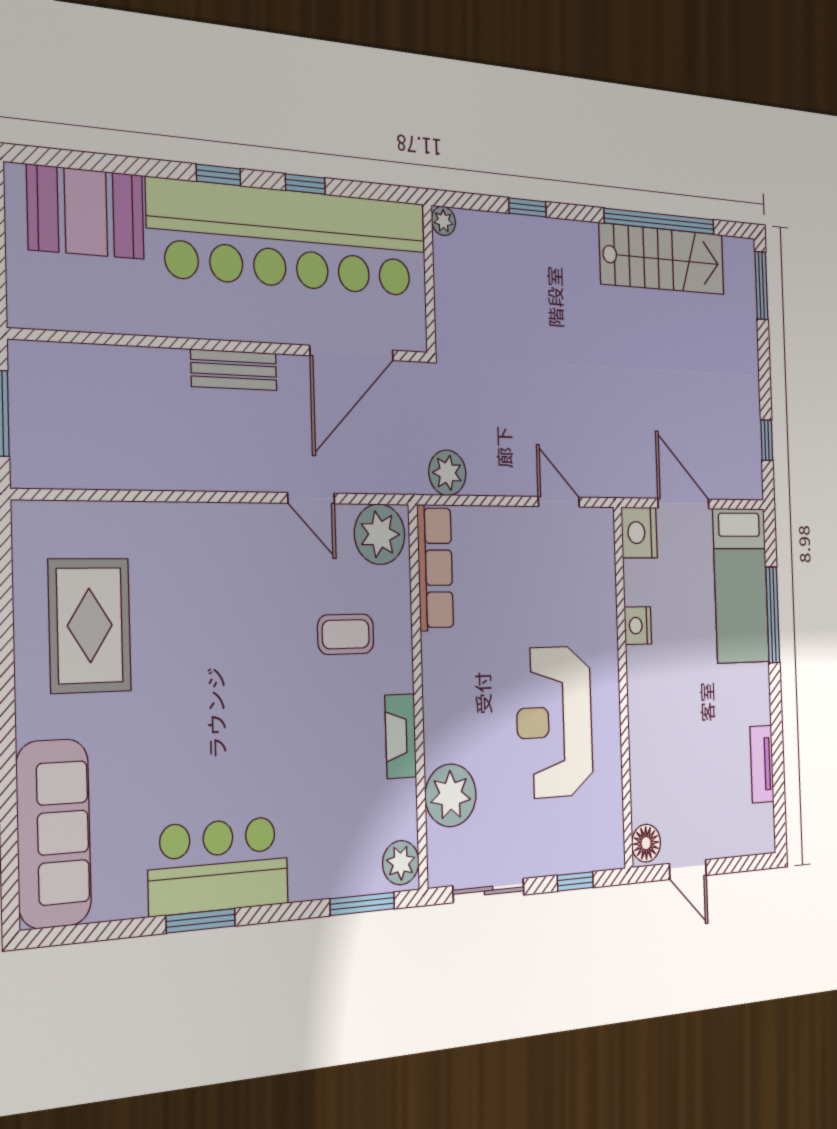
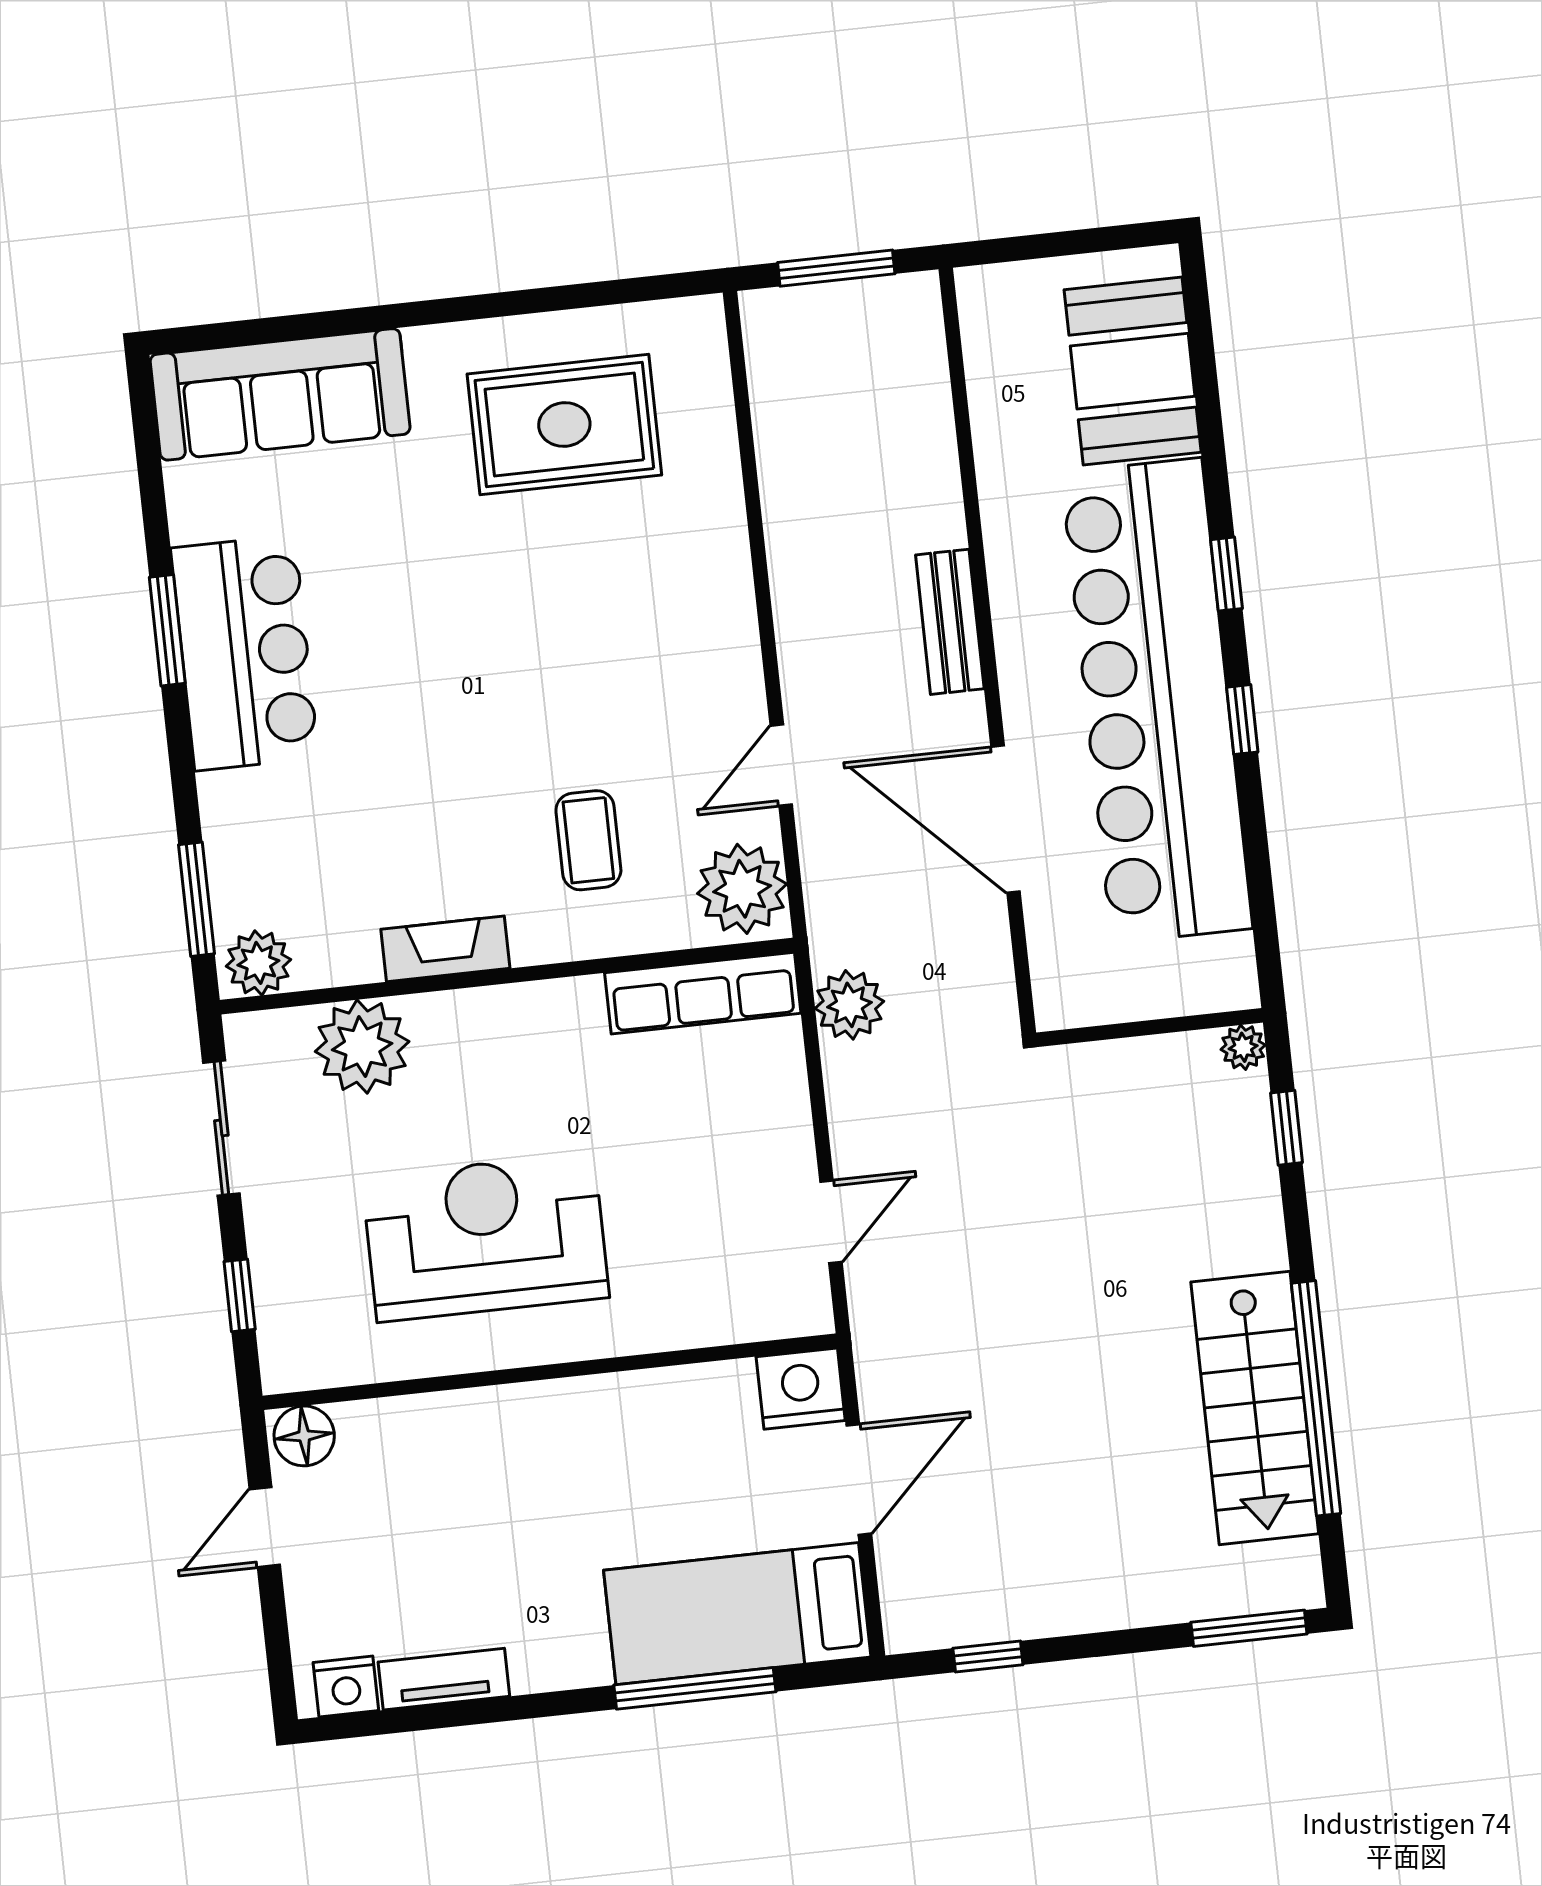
plant: (443, 221) -> (1243, 1047), moved
wall: (429, 279) -> (1149, 1028), moved
nightstand: (638, 626) -> (346, 1686), moved, turned 180

